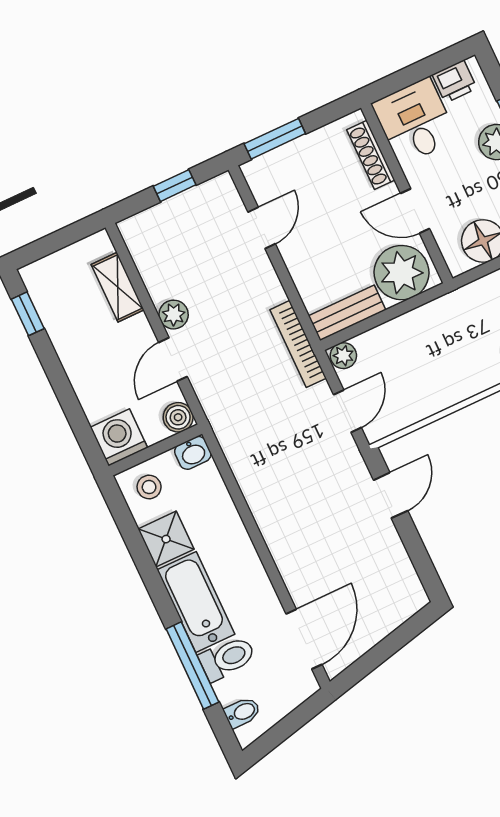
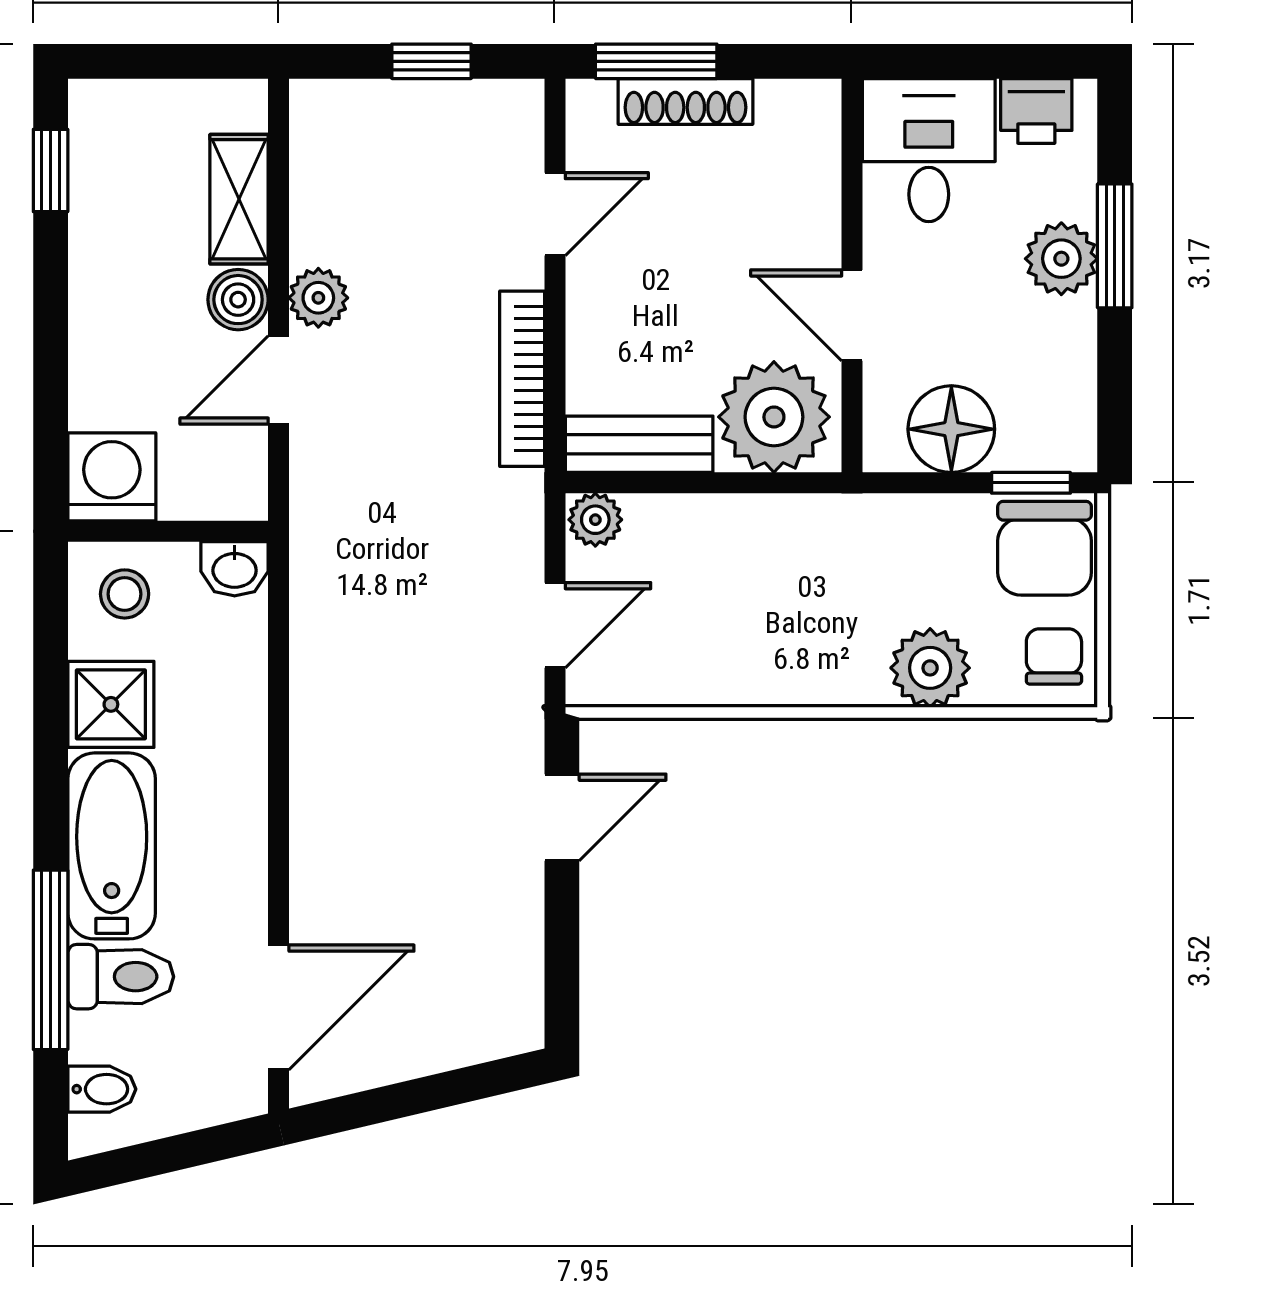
shoe rack: (371, 155) -> (686, 101), moved, turned -90
bookcase: (298, 344) -> (522, 379), moved
boiler: (178, 417) -> (238, 300), moved

